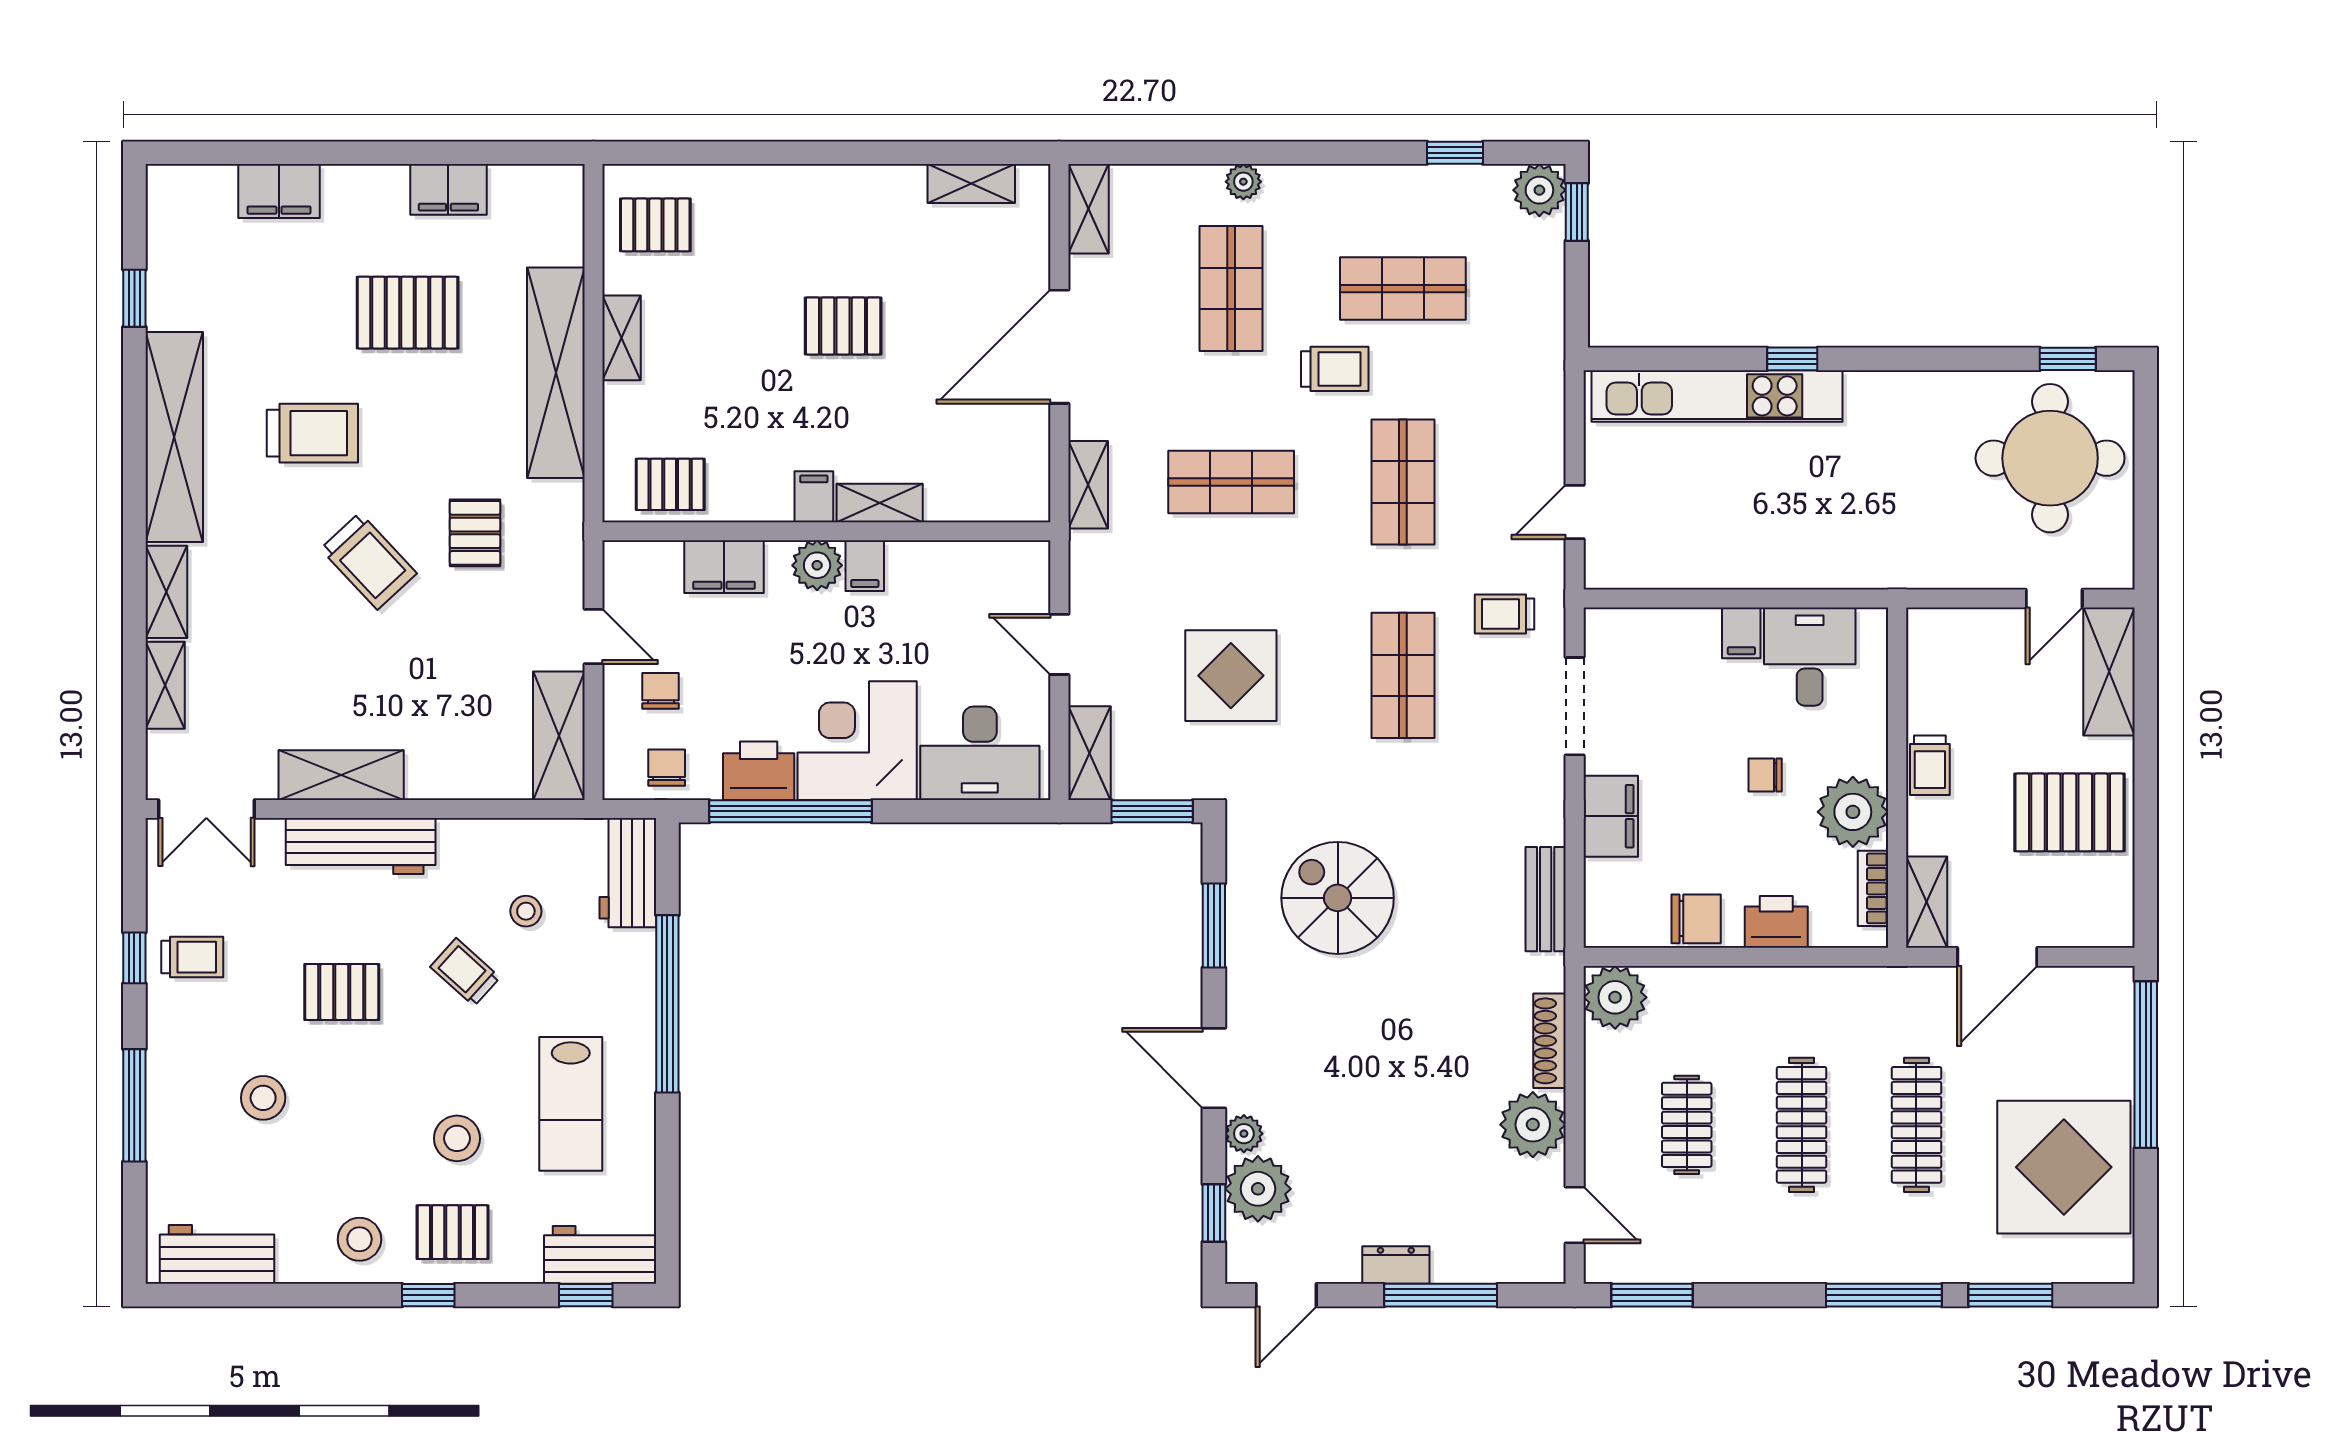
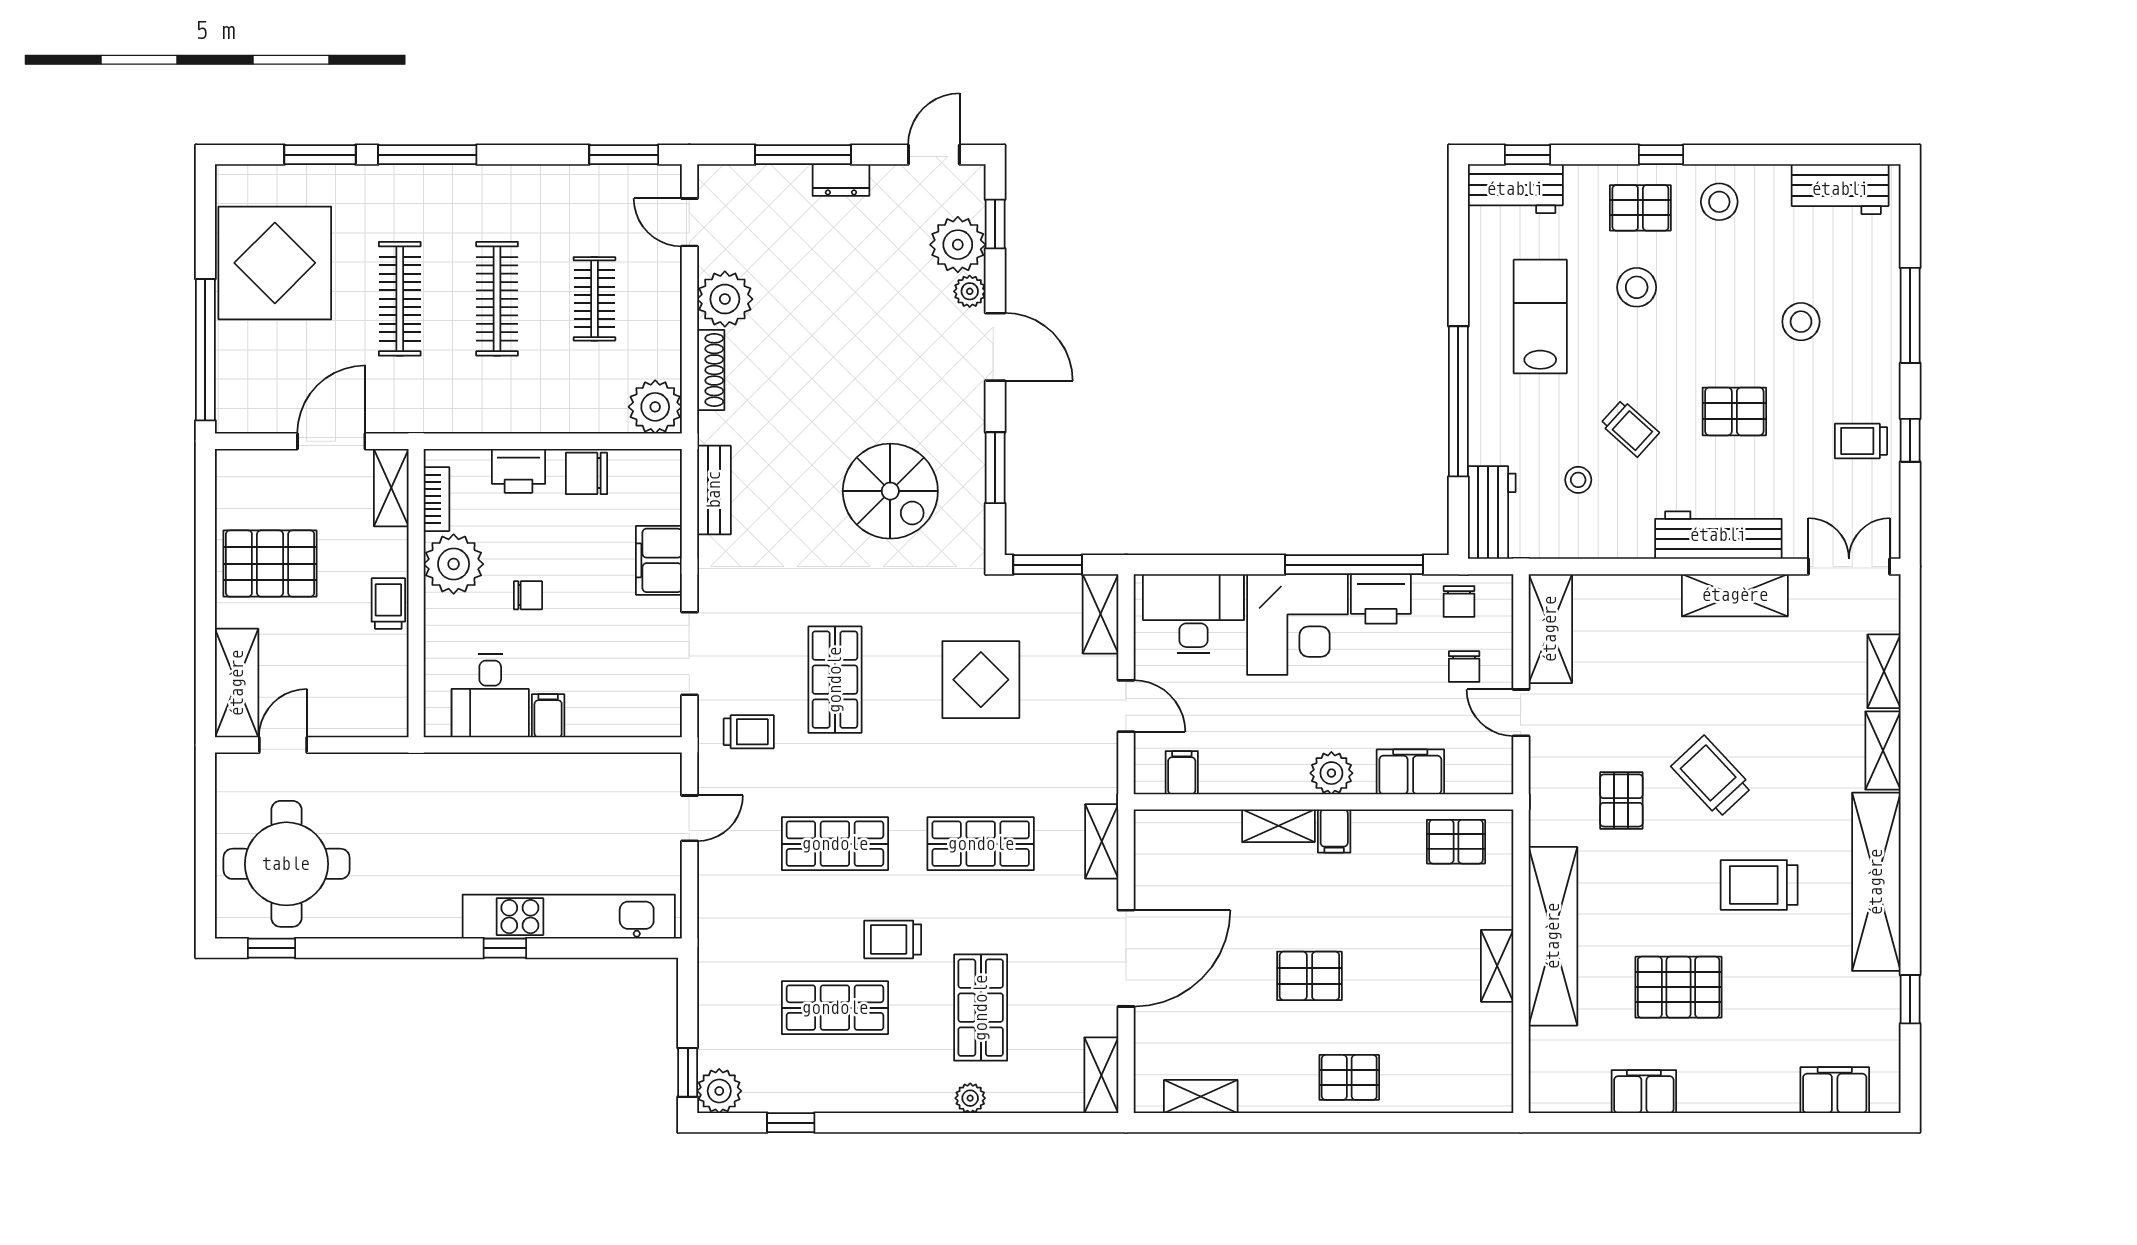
filing cabinet: (279, 191) -> (1835, 1090), moved
pallet: (655, 225) -> (1349, 1077), moved
shop shelf: (1403, 482) -> (835, 844), turned 90
filing cabinet: (865, 566) -> (1182, 773), moved

